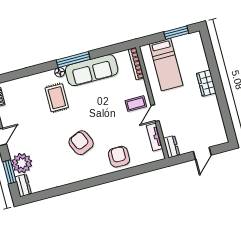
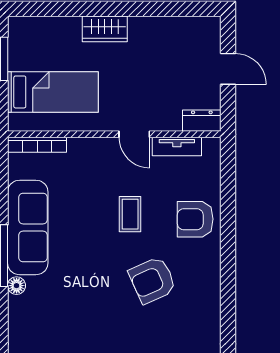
rug: (57, 98) -> (61, 303), removed
coffee table: (136, 104) -> (130, 214), moved

